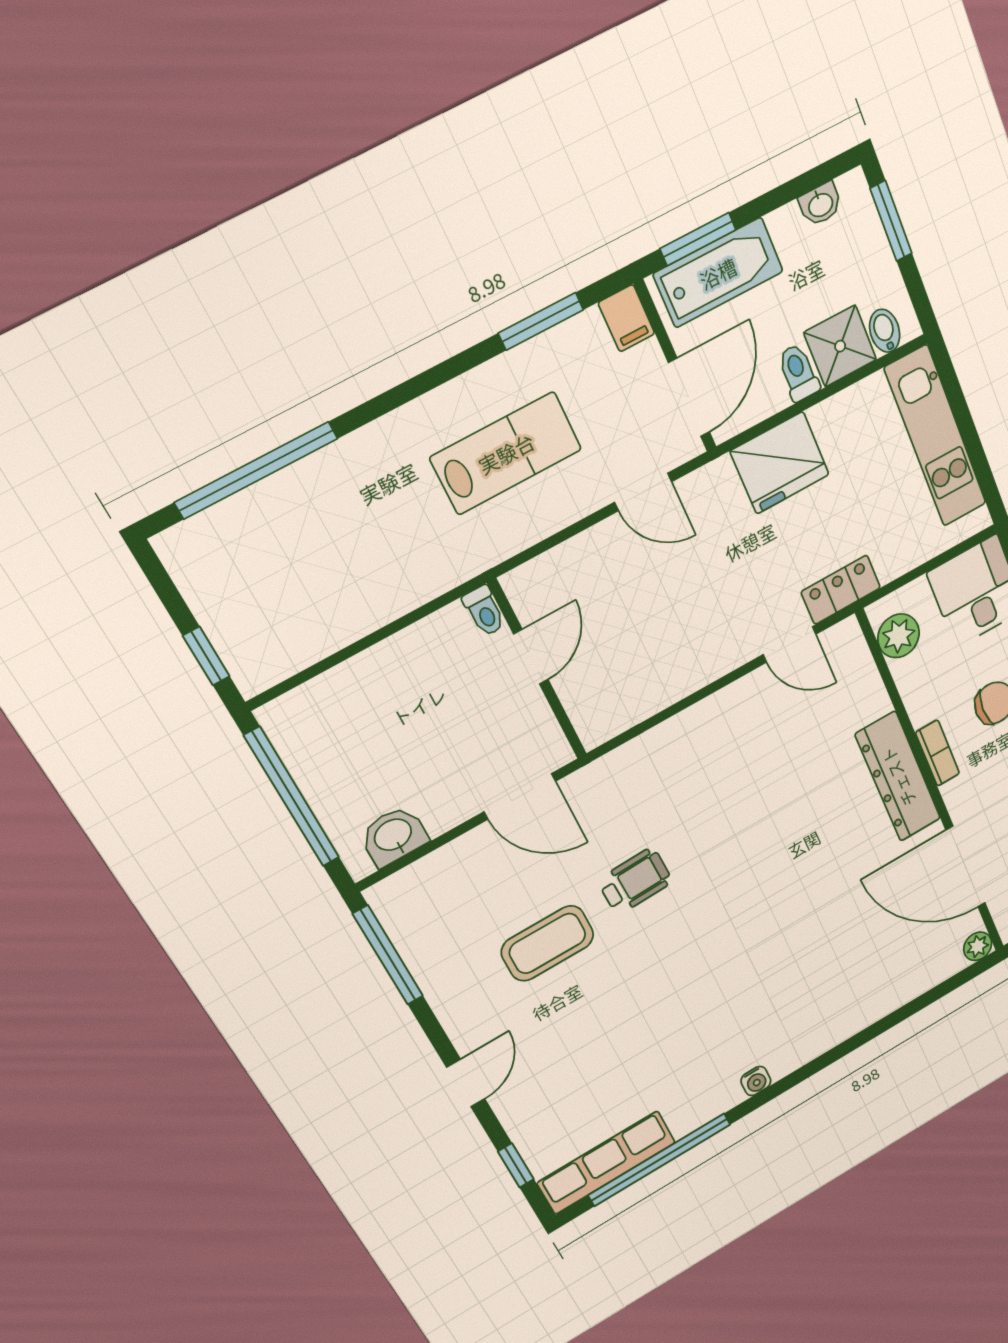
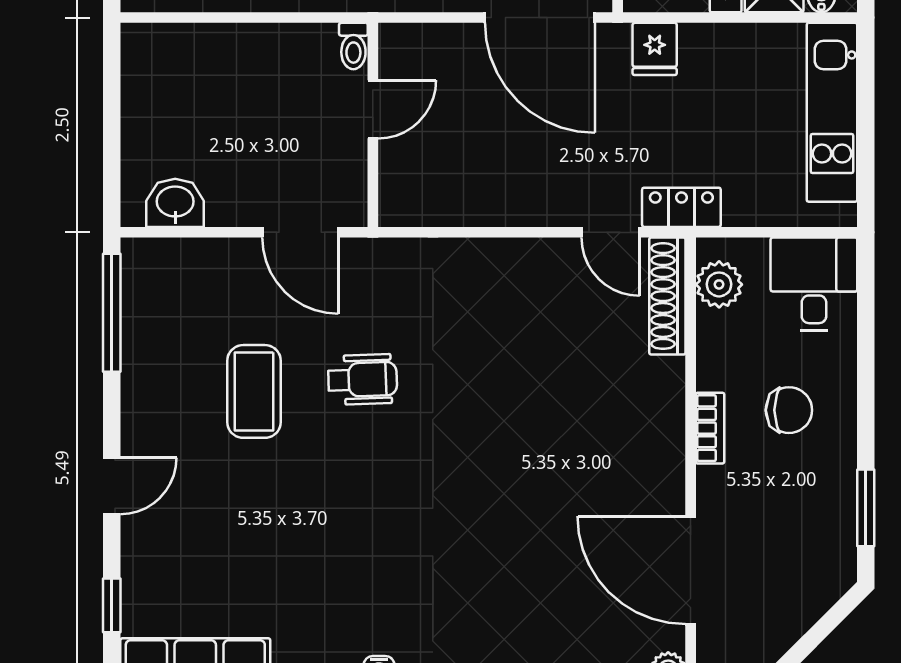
fridge: (780, 463) -> (655, 49), width x0.53, depth x0.75
door: (643, 492) -> (540, 18), width x1.87
shoe rack: (860, 669) -> (667, 296), added
dresser: (898, 777) -> (660, 429), removed
window: (292, 797) -> (112, 117), removed
coffee table: (547, 943) -> (254, 391), turned 90

